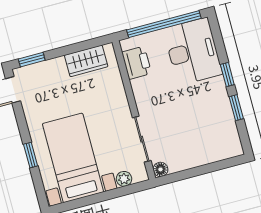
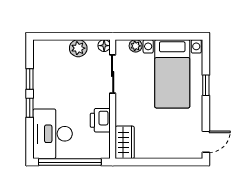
window: (32, 60) -> (184, 162), removed
wardrobe: (86, 61) -> (125, 142), moved, turned 90
printer: (137, 63) -> (100, 120), moved
plant: (190, 158) -> (78, 48), added

